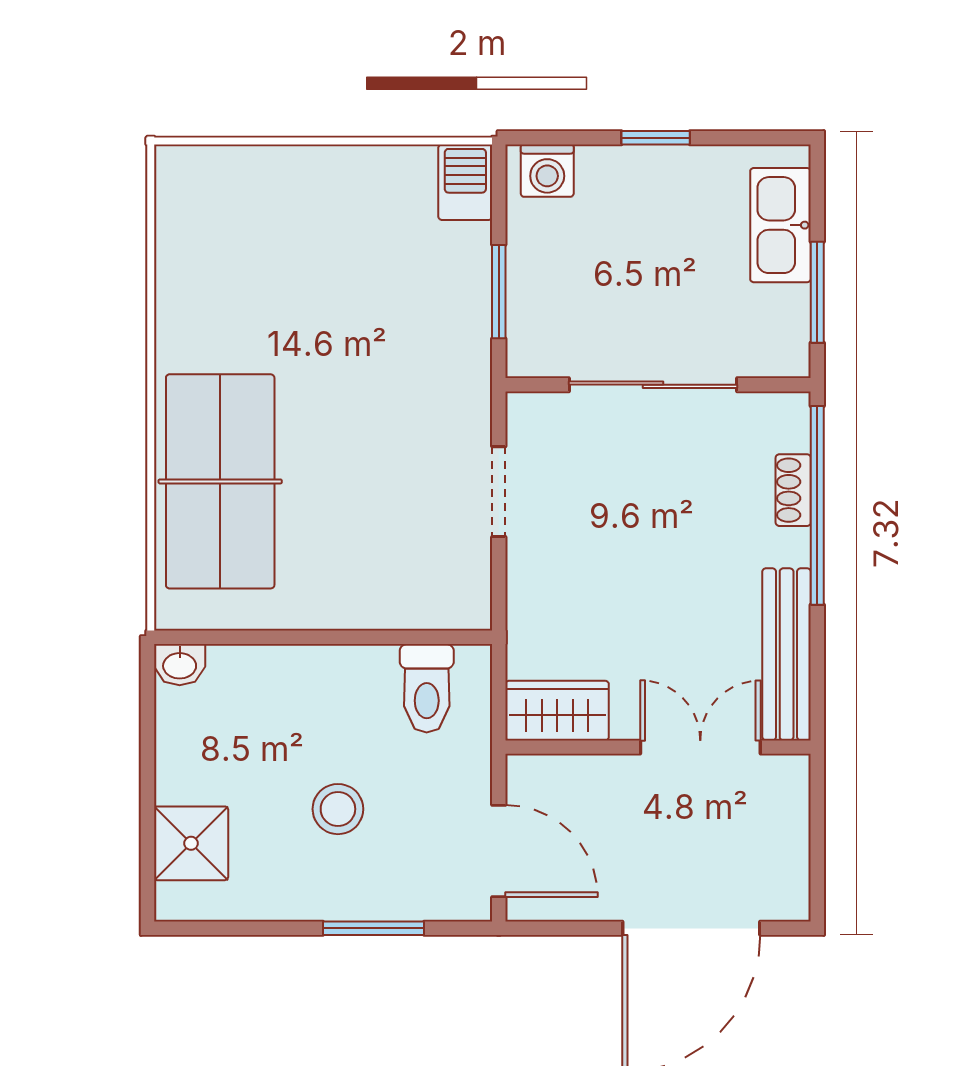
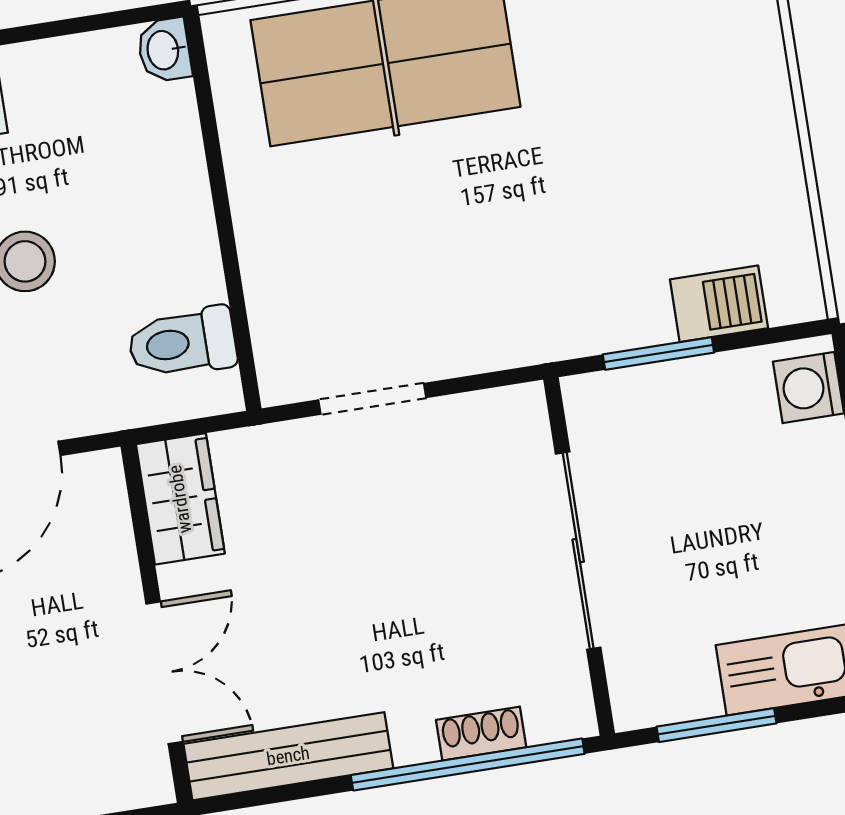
barbecue: (465, 182) -> (719, 304), moved
doorway: (499, 492) -> (372, 399), moved

